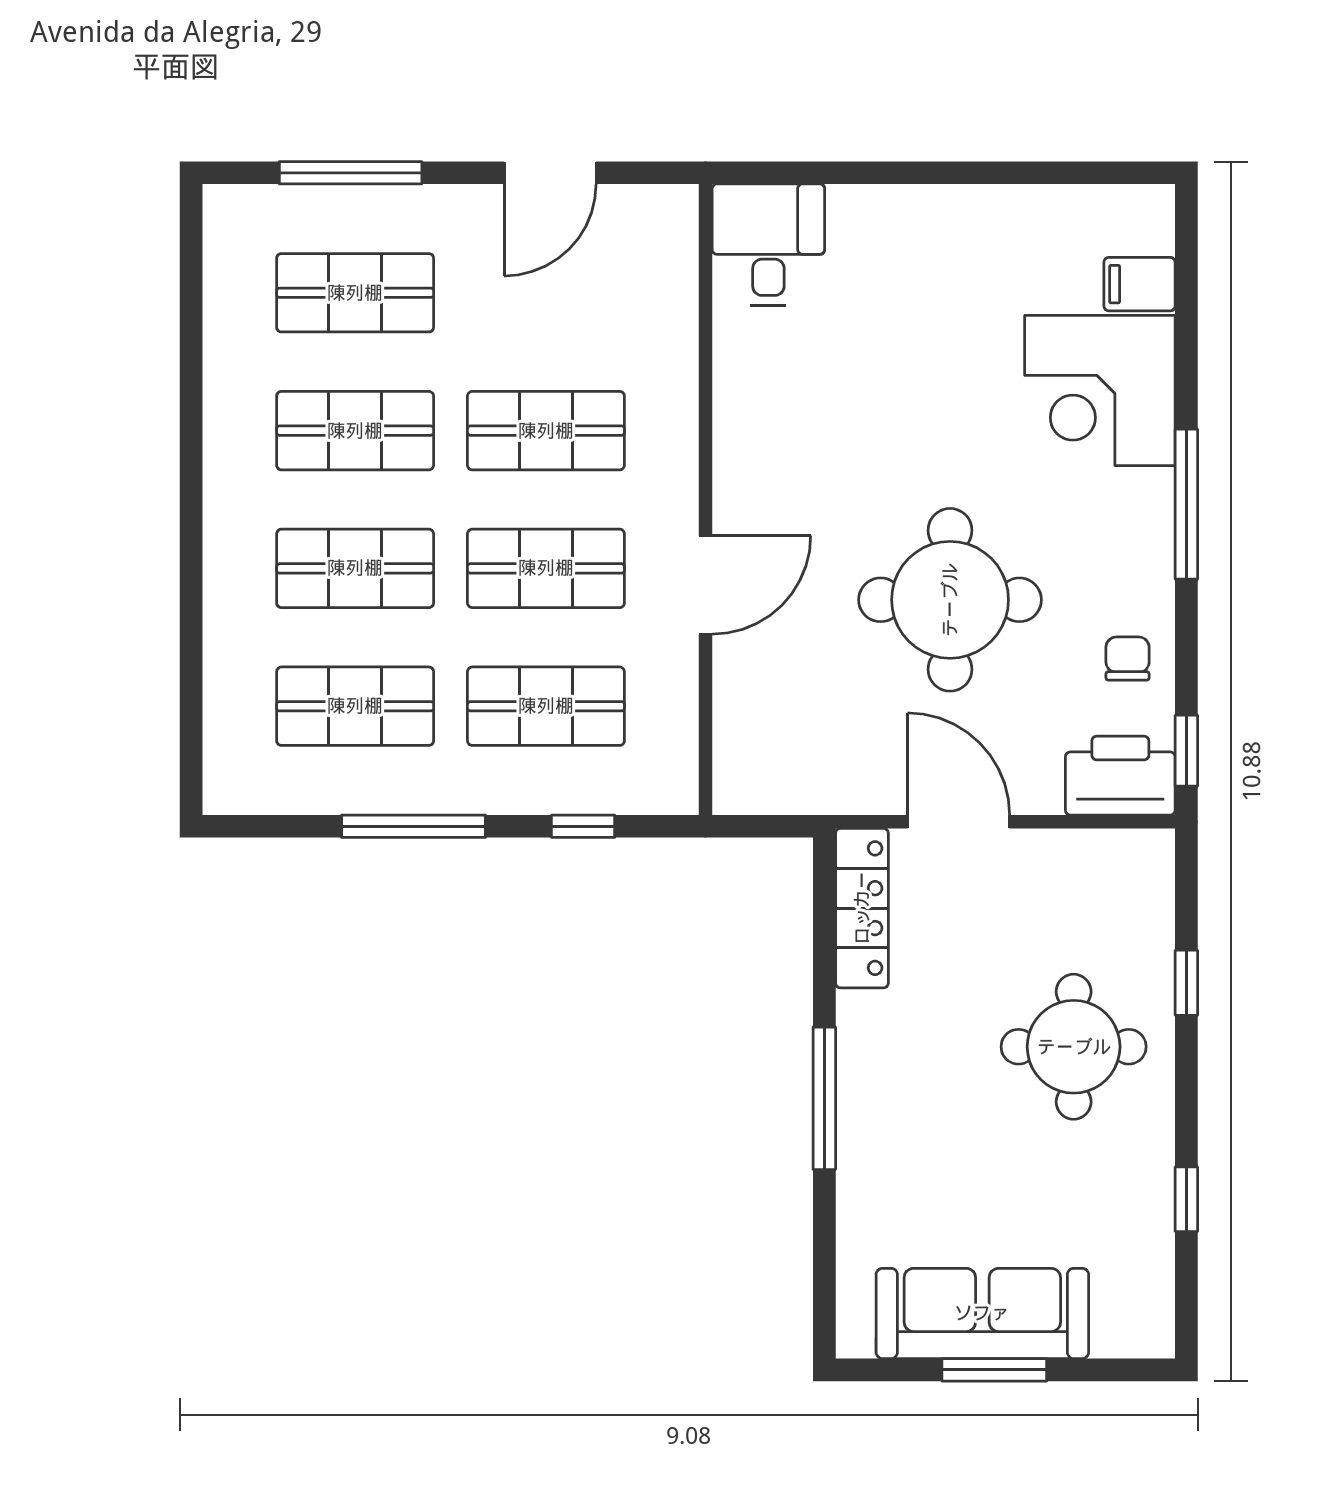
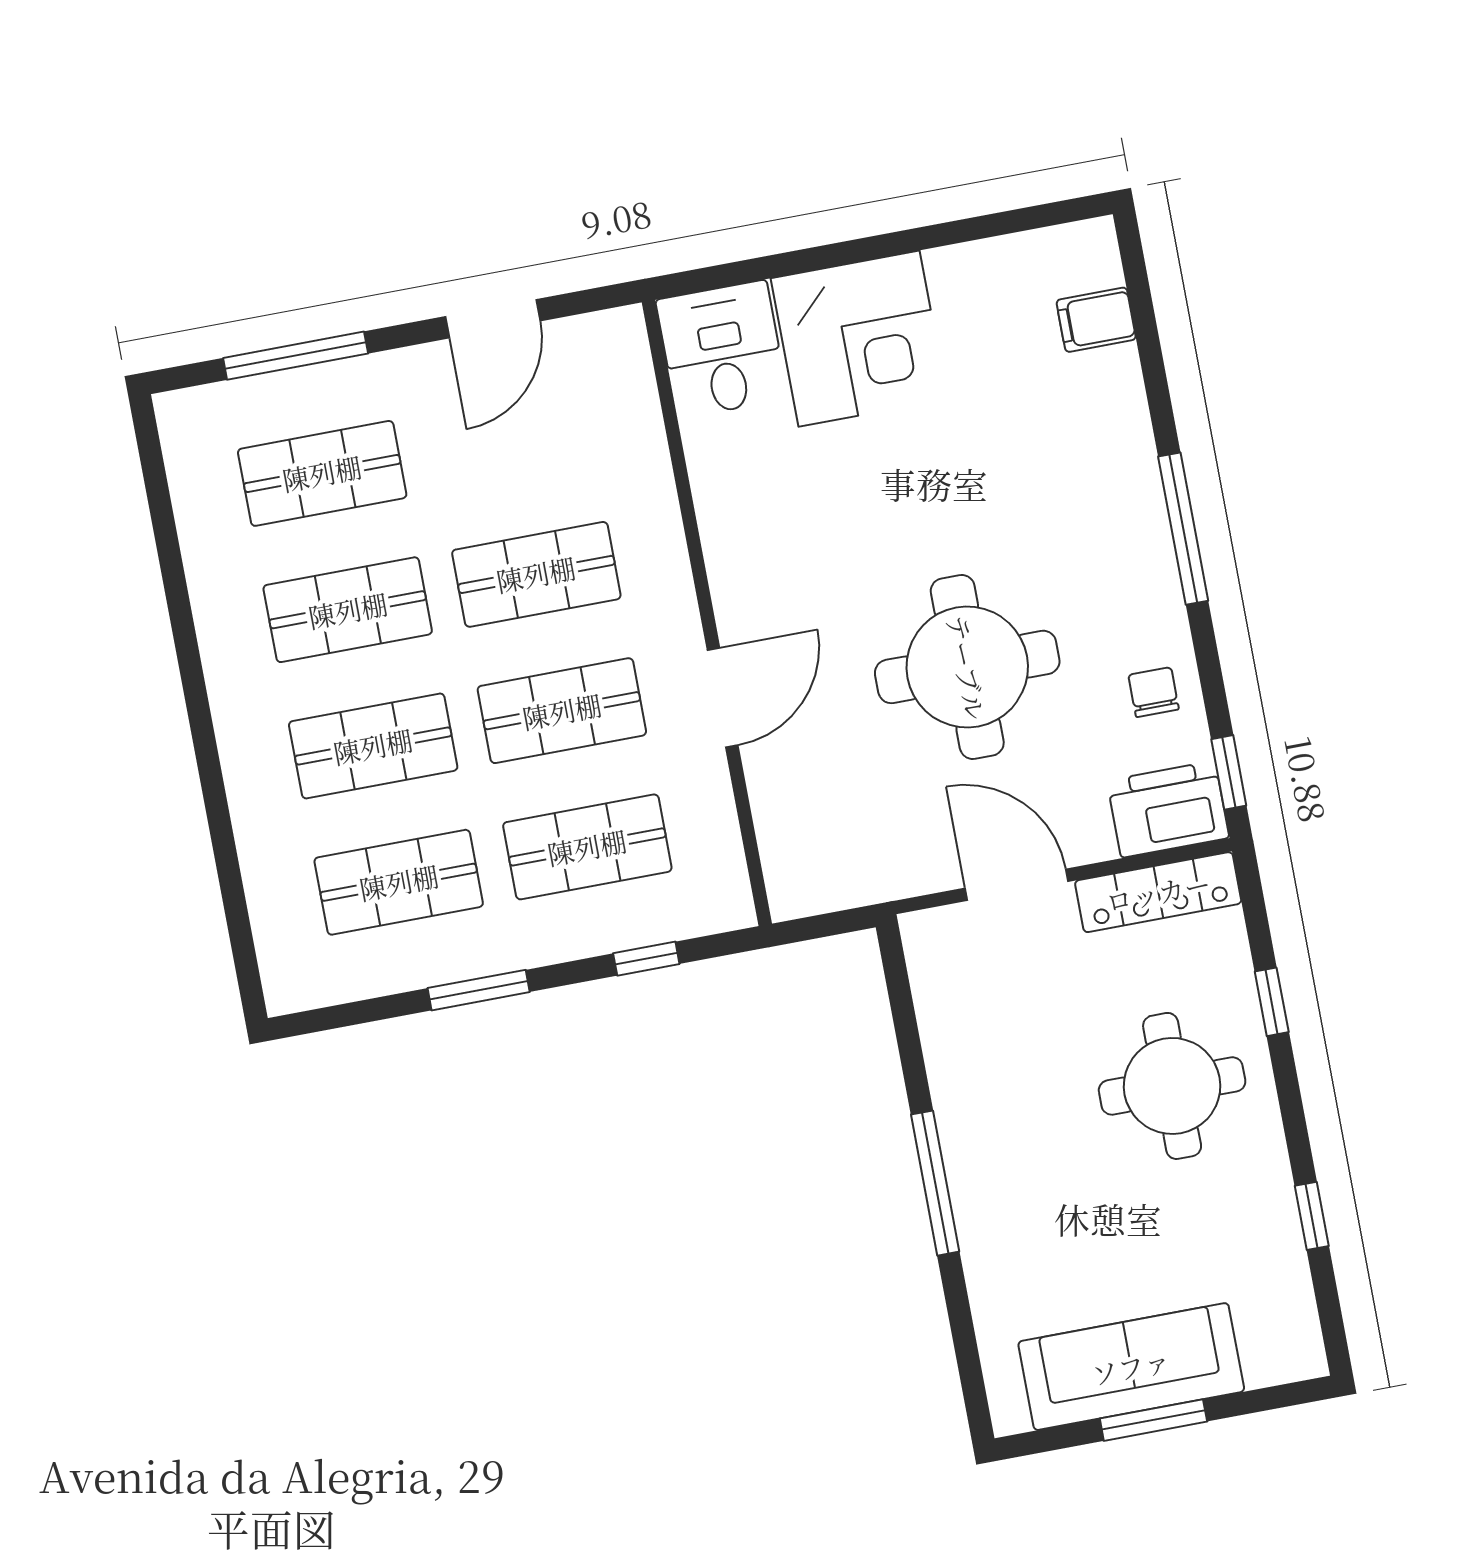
corner desk: (1100, 390) -> (859, 339), moved, turned -90
window: (413, 826) -> (479, 990), width x0.69
locker: (862, 908) -> (1158, 892), moved, turned 90

